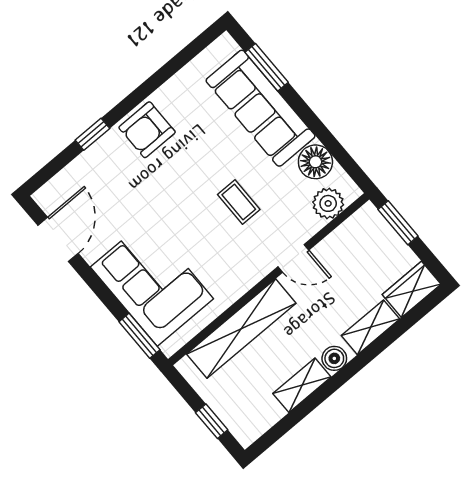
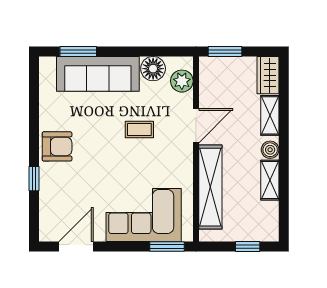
armchair: (147, 130) -> (57, 146), turned -90
door: (58, 239) -> (76, 247), hinge flipped
door: (293, 258) -> (196, 126), width x1.38

